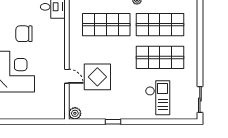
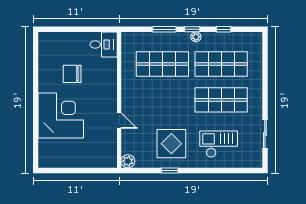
display table: (97, 77) -> (171, 144), moved
checkout: (158, 98) -> (219, 144), turned -90
sliding door: (200, 99) -> (265, 134), moved

